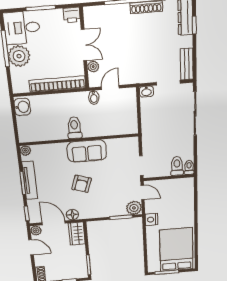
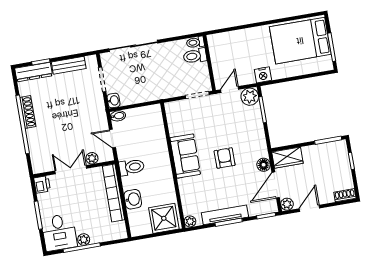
plant: (19, 56) -> (84, 240), width x0.53, depth x0.53
bench: (187, 64) -> (69, 65), moved
bidet: (94, 97) -> (118, 116), moved
washbasin: (22, 107) -> (133, 199), moved, turned 90
shower: (30, 128) -> (164, 218), added
toilet: (74, 128) -> (132, 167), moved, turned 180
armchair: (82, 184) -> (225, 158), turned -108

